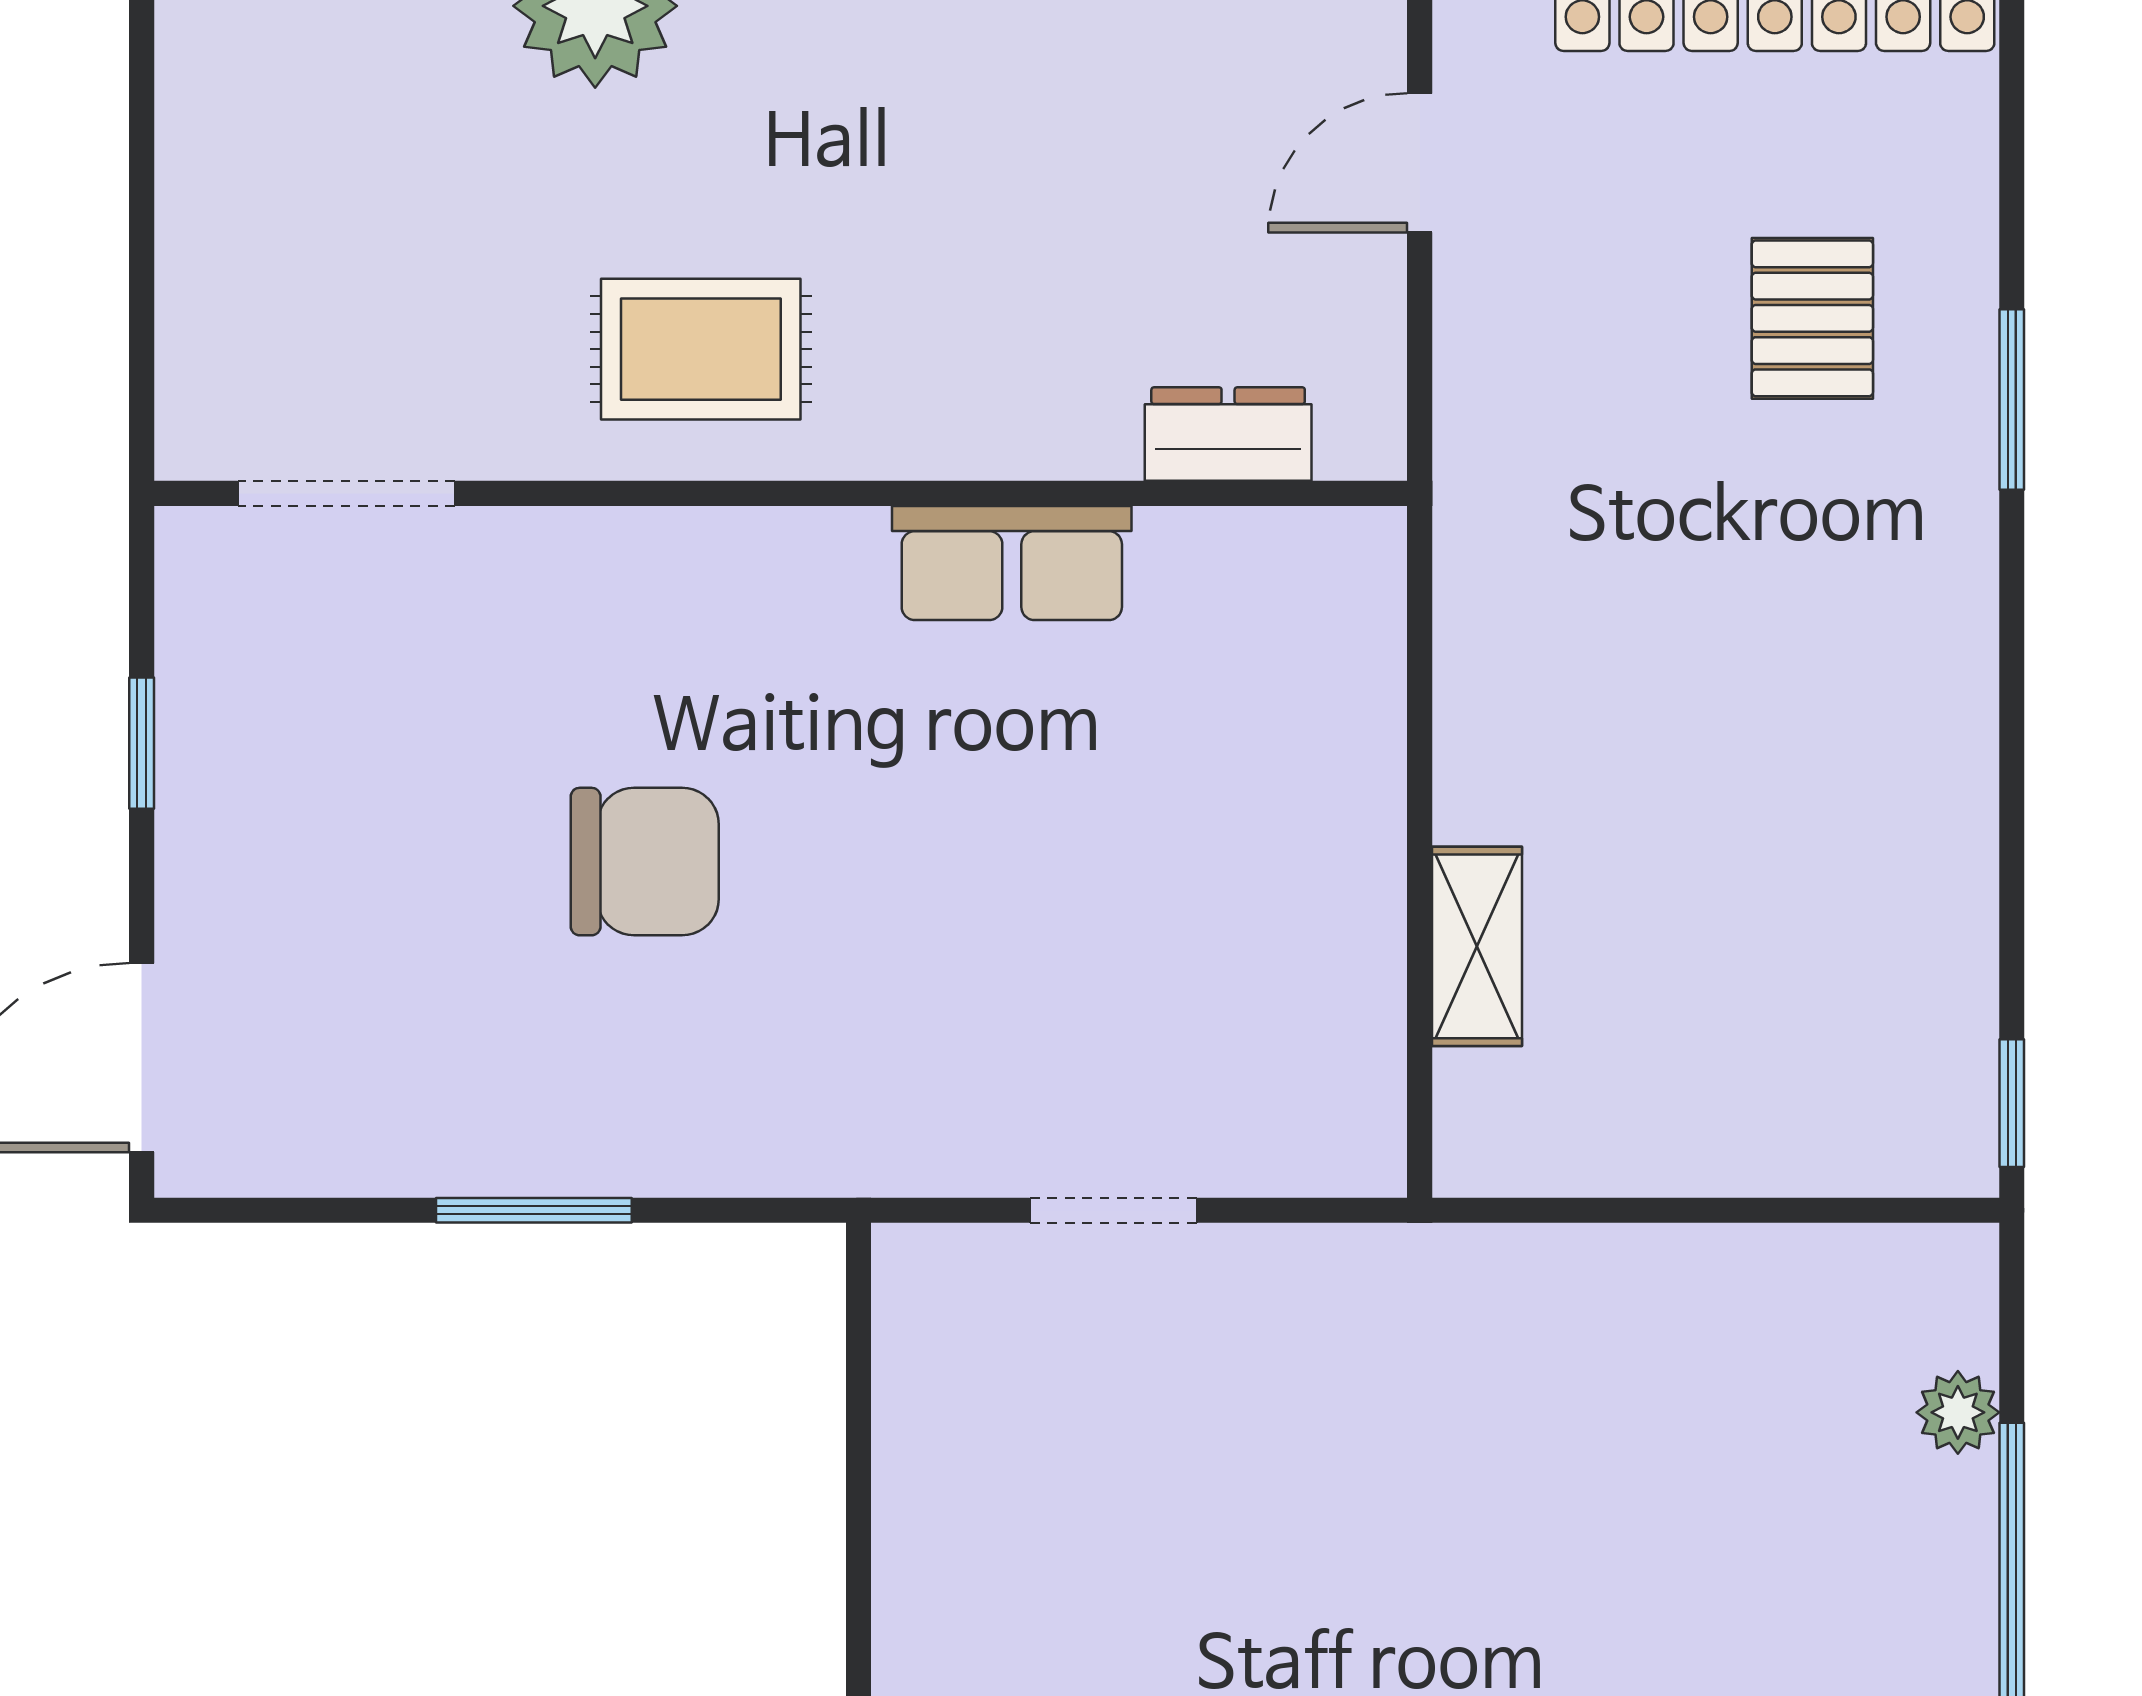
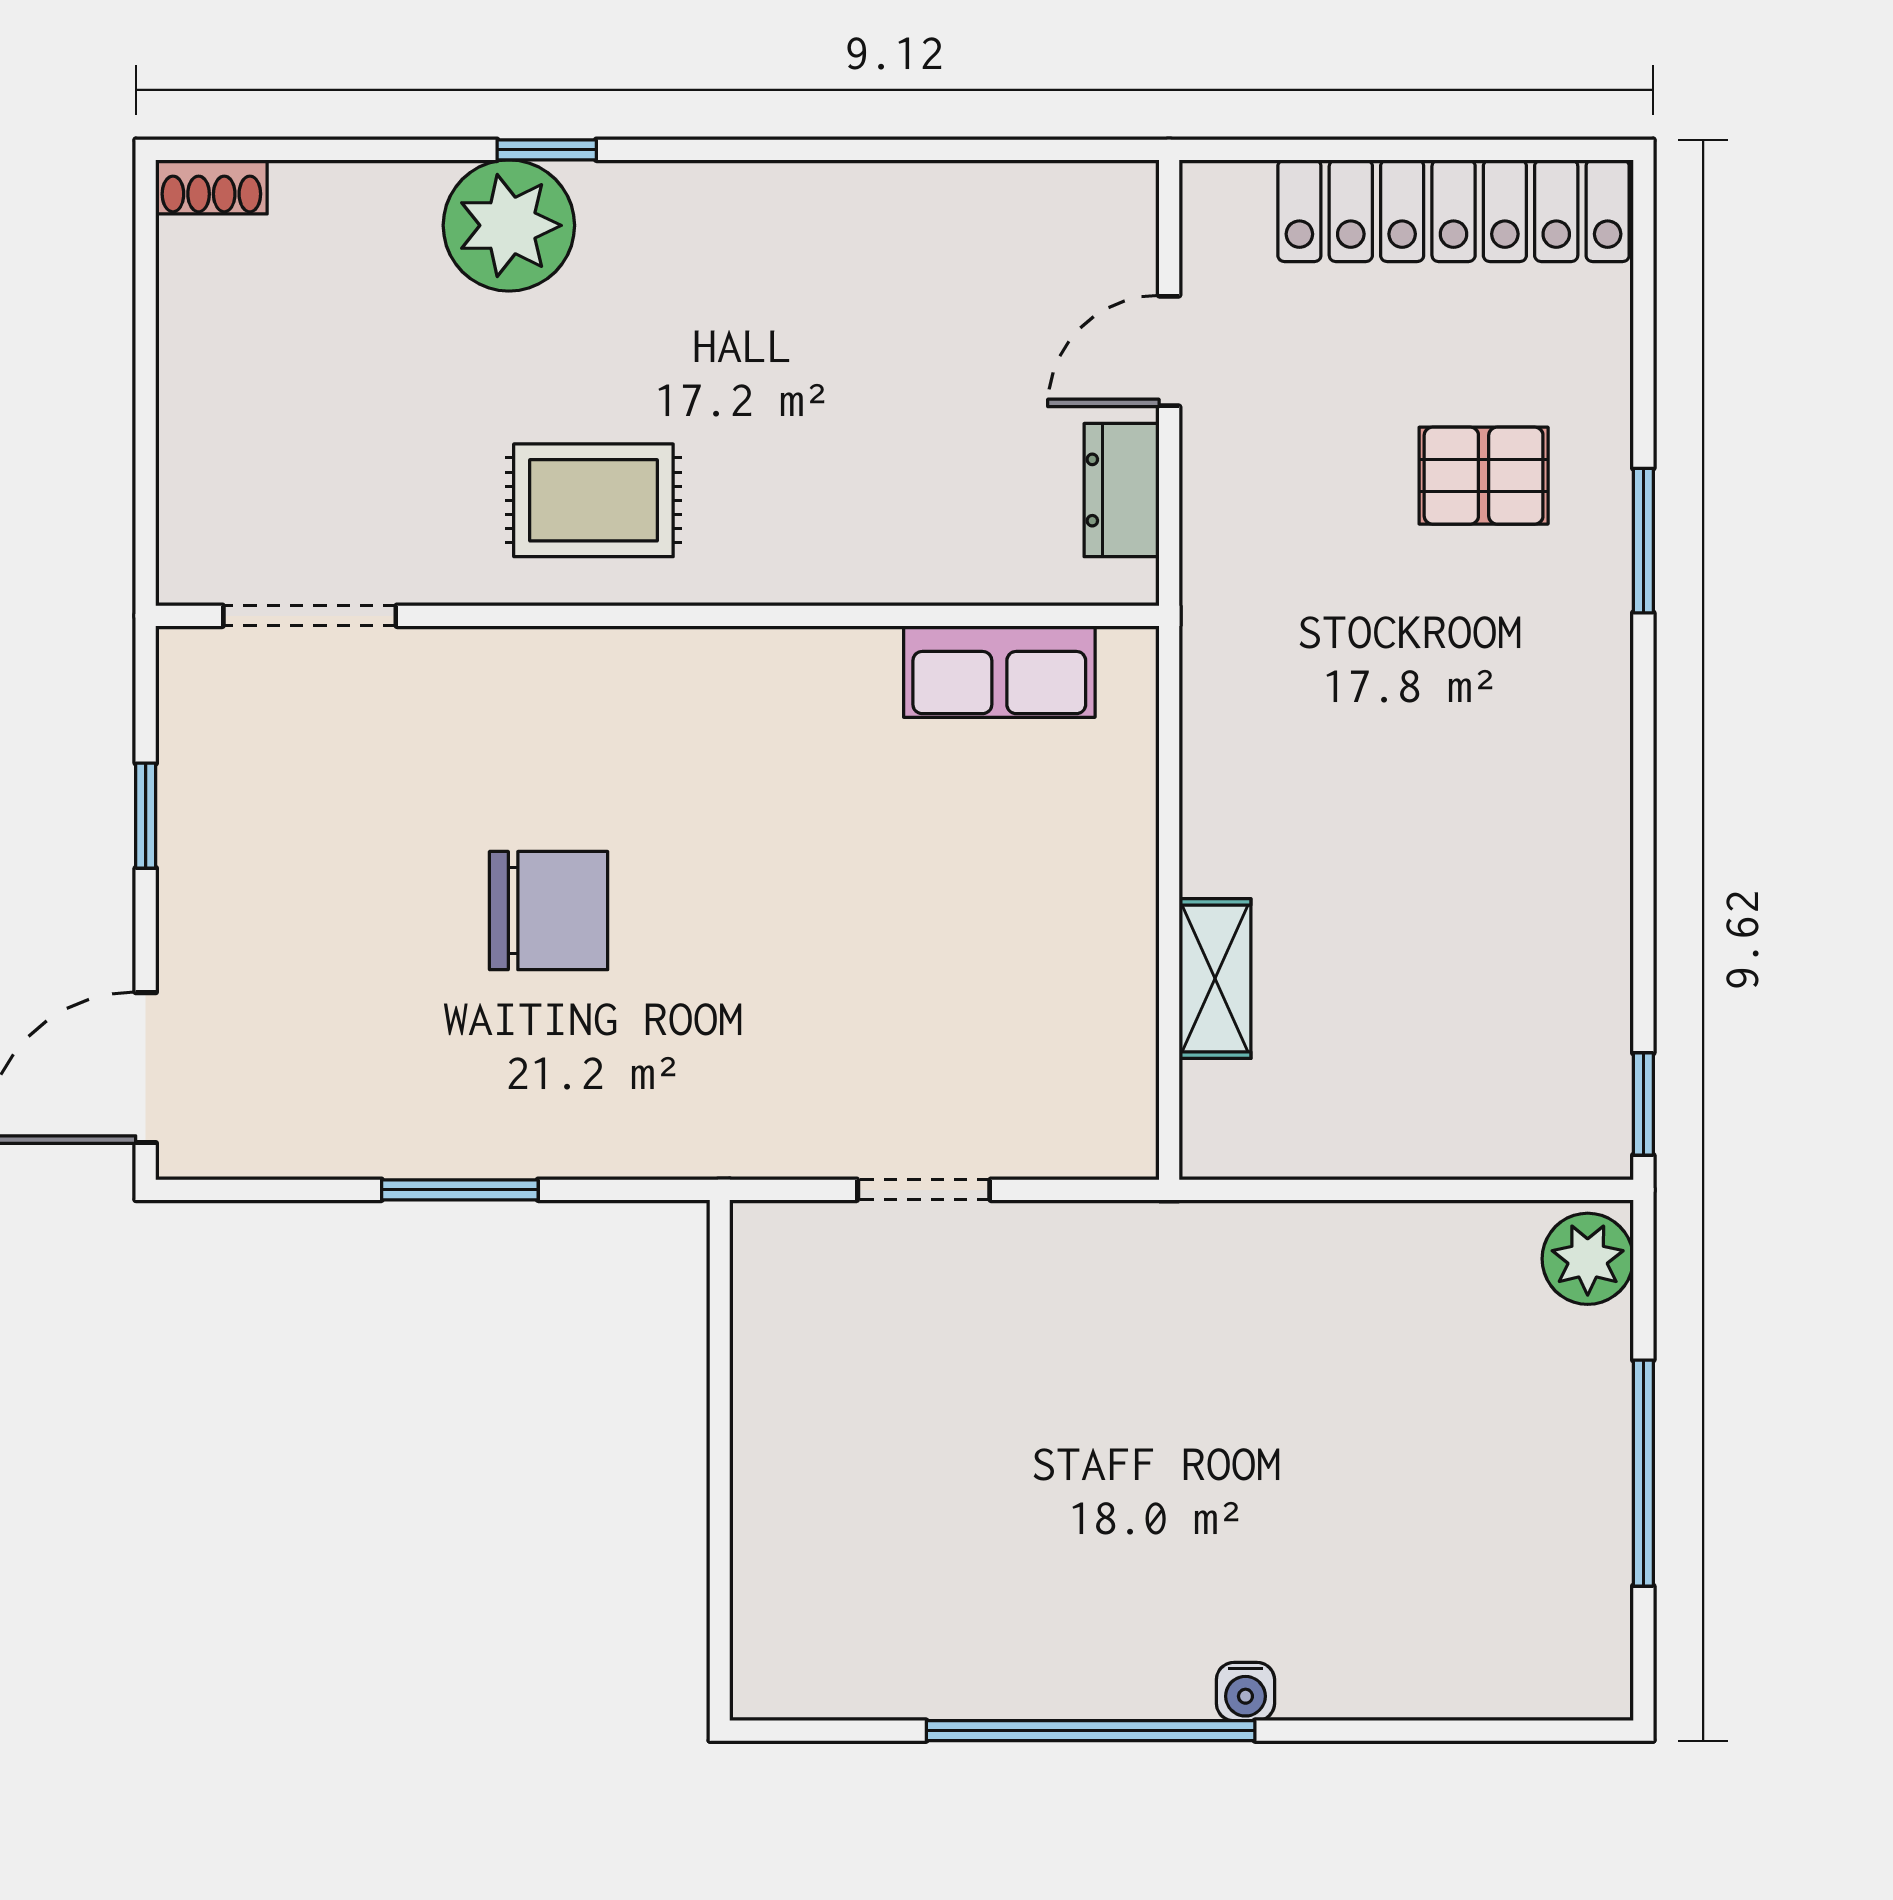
pallet: (1812, 318) -> (1484, 476), turned 90
dresser: (1228, 434) -> (1122, 490), moved, turned -90
row of seats: (1012, 563) -> (999, 672), moved
plant: (1958, 1412) -> (1588, 1259), moved, width x1.38, depth x1.38

